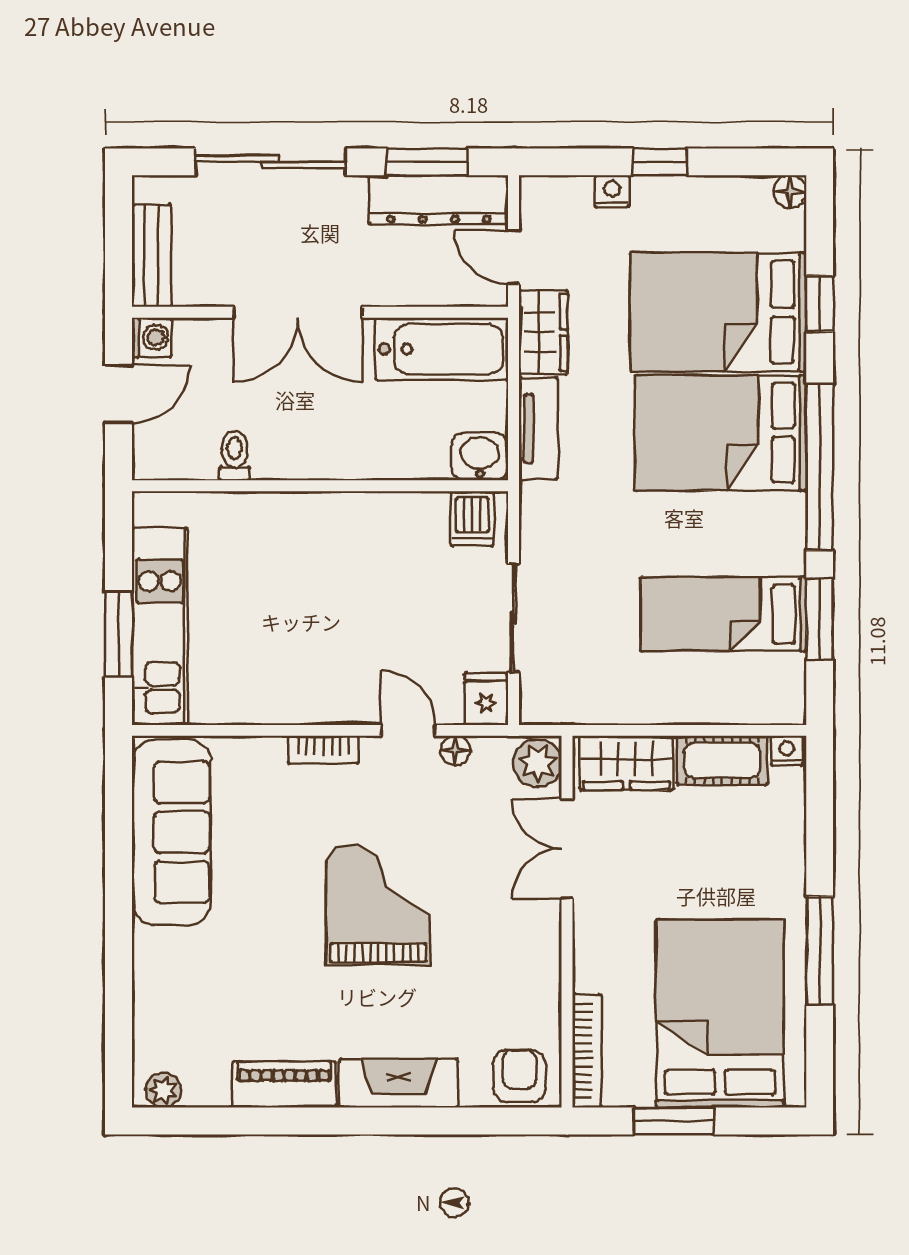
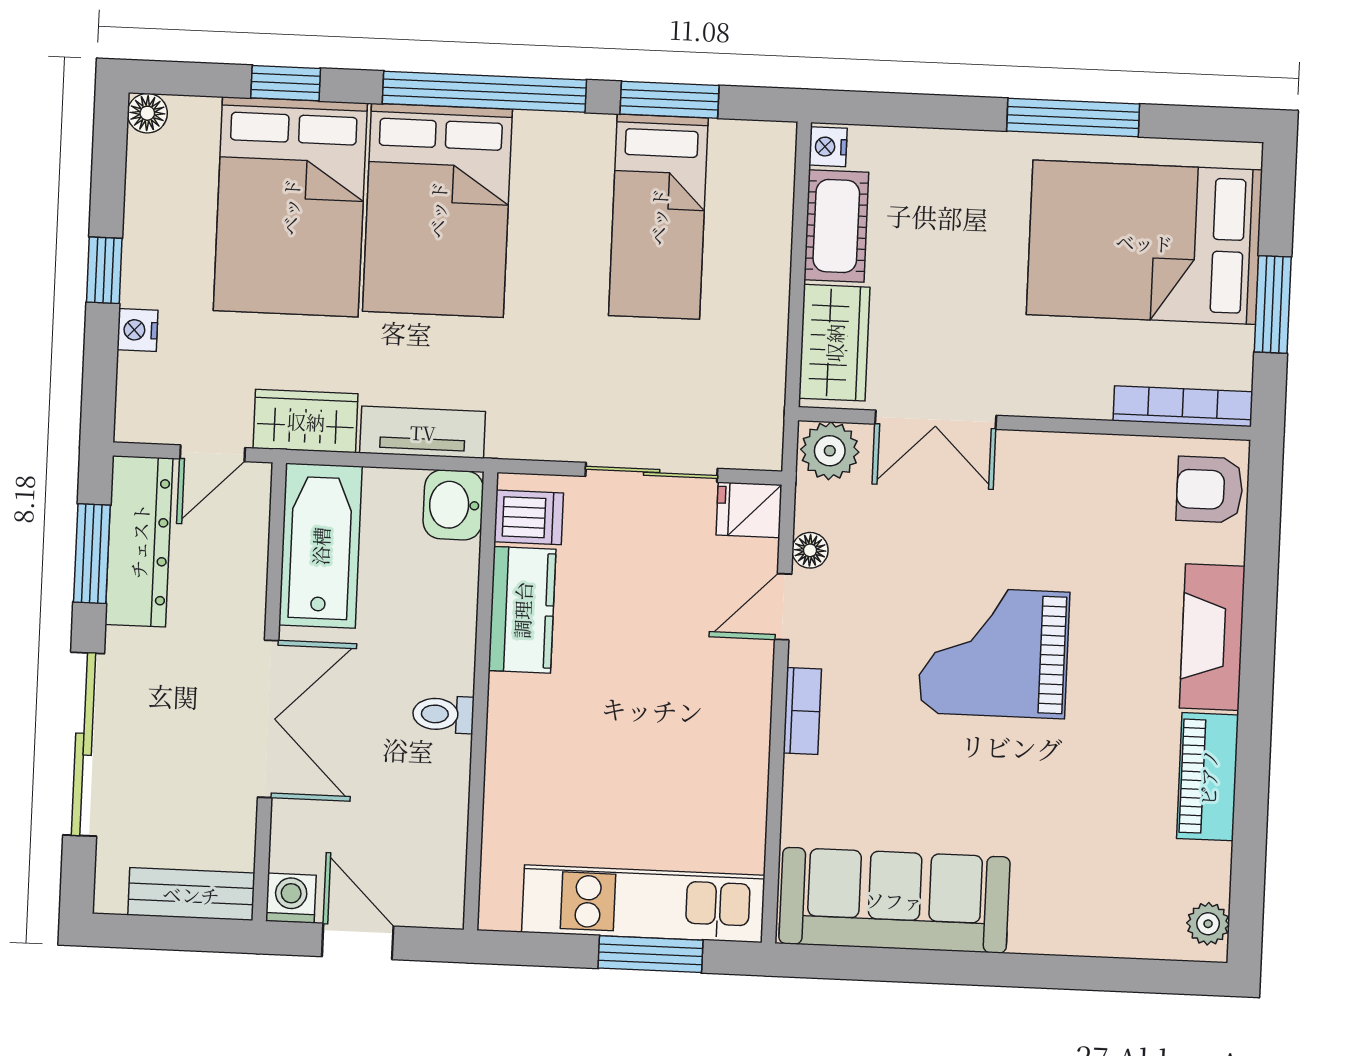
toilet: (235, 456) -> (443, 714), moved
kitchen counter: (396, 517) -> (522, 610), added

